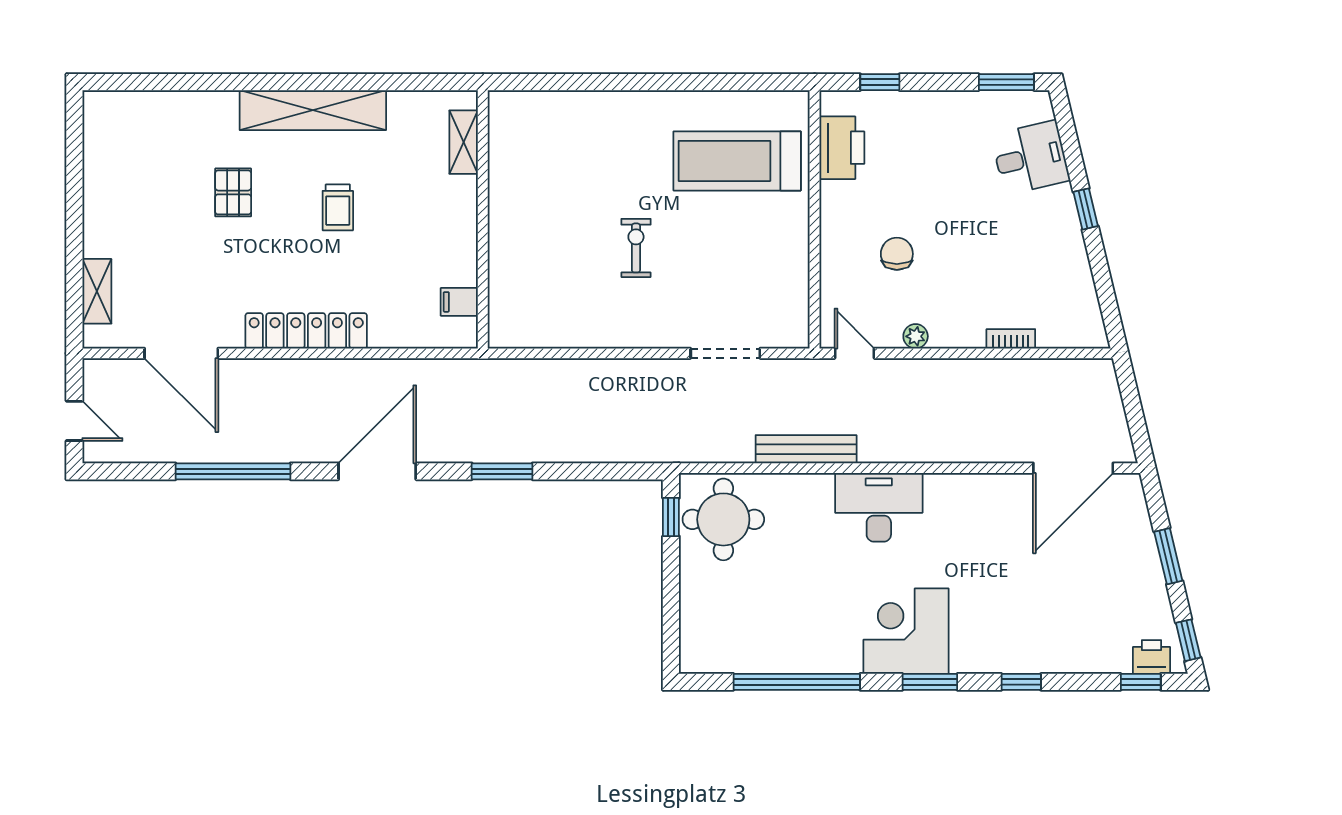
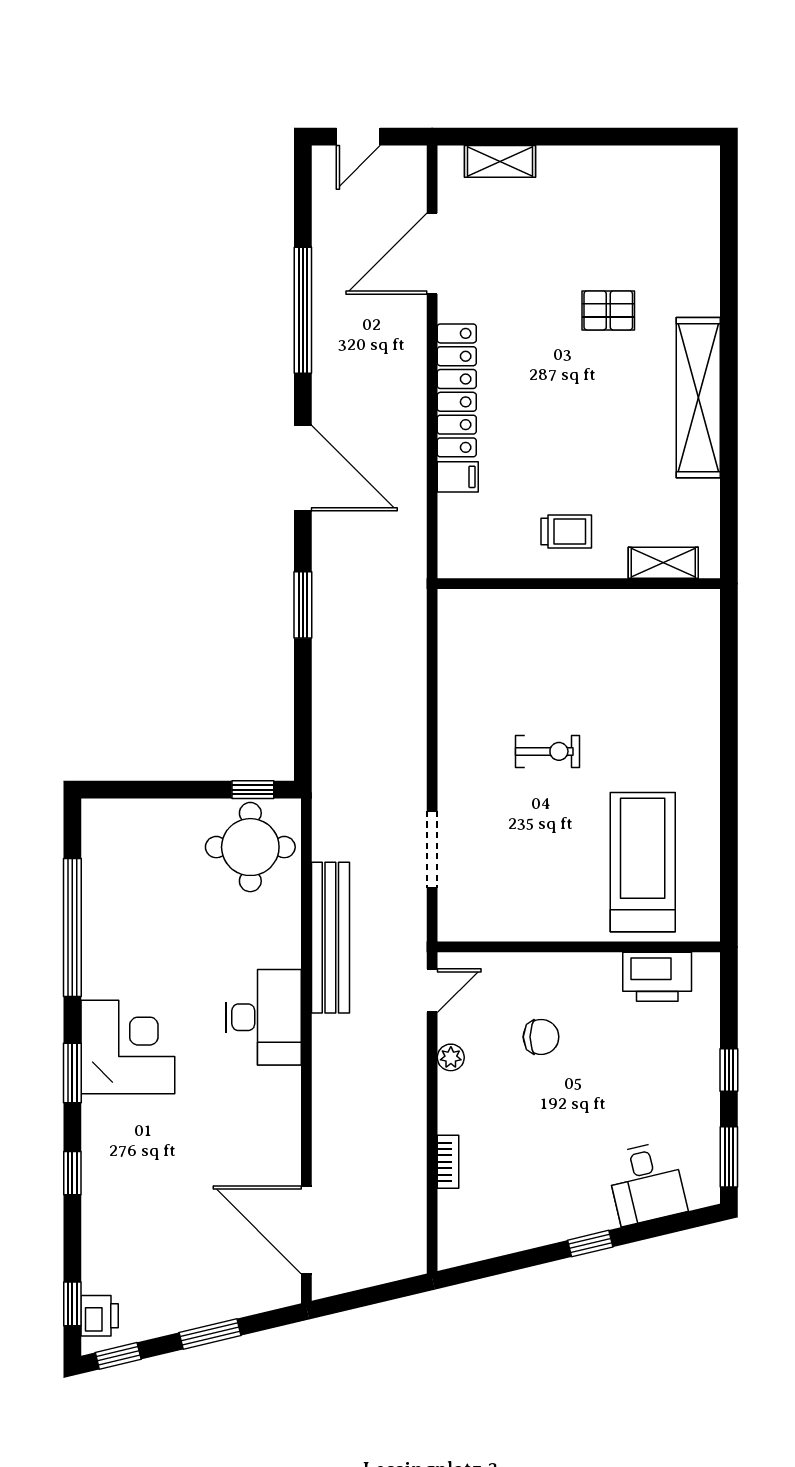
window: (880, 82) -> (729, 1070), moved
trolley: (338, 207) -> (566, 532), moved, turned 180
filing cabinet: (459, 302) -> (458, 477), moved, turned 90
bench: (806, 449) -> (330, 938), width x1.37, depth x1.21

